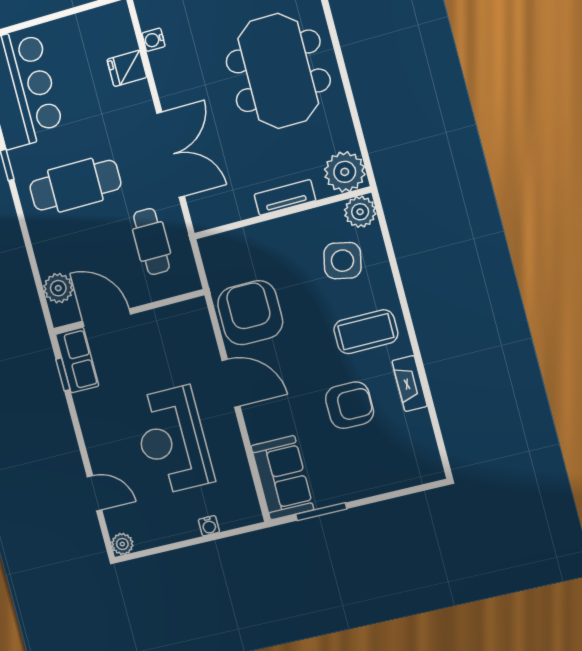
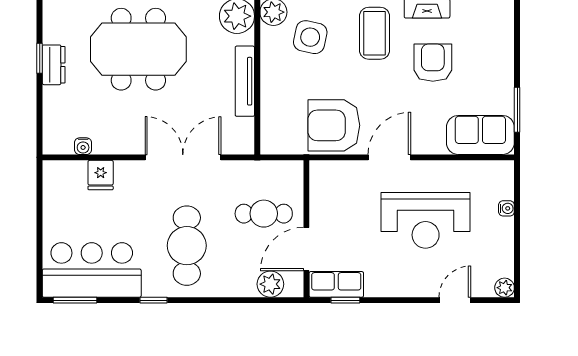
tv unit: (285, 197) -> (245, 81), width x1.41
cafe table: (151, 242) -> (264, 214), moved

